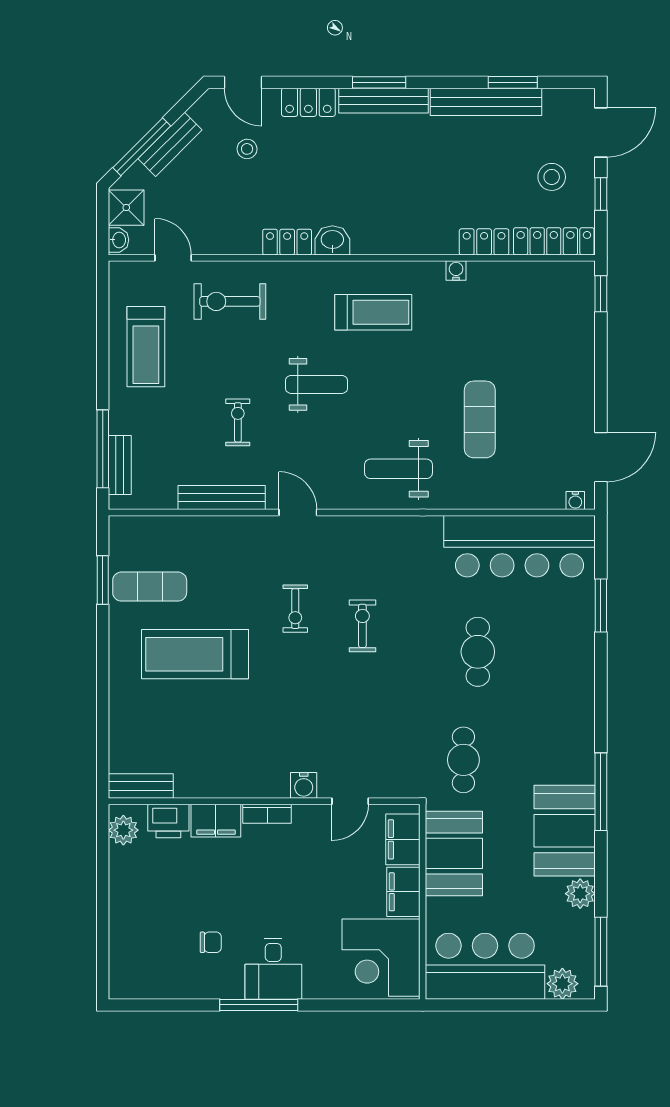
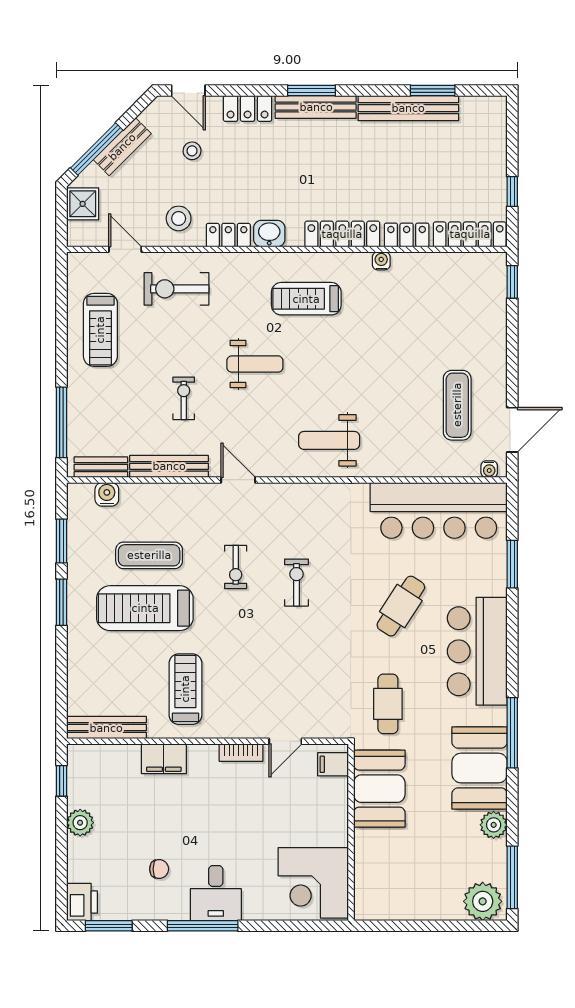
door: (601, 132) -> (512, 136), removed
stool: (552, 177) -> (179, 218), moved
washbasin: (119, 240) -> (76, 233), removed
locker: (413, 241) -> (342, 234), added
treadmill: (373, 312) -> (306, 299), turned 180
exercise mat: (480, 419) -> (457, 405), moved
bench: (120, 465) -> (101, 467), moved, turned 90
exercise mat: (150, 587) -> (149, 555), moved
window: (103, 648) -> (61, 602), added
cafe table: (478, 652) -> (401, 606), turned 33
treadmill: (240, 744) -> (185, 689), added
water cooler: (304, 785) -> (107, 494), moved, turned 180
bench: (141, 786) -> (106, 728), width x1.36
bookcase: (267, 814) -> (241, 753), moved
printer: (168, 821) -> (82, 902), moved, turned -90
plant: (123, 830) -> (80, 823), moved
filing cabinet: (403, 839) -> (333, 764), width x0.50
window: (103, 845) -> (61, 781), added
filing cabinet: (403, 892) -> (333, 823), removed
bar counter: (485, 966) -> (477, 651), moved, turned -90
plant: (562, 984) -> (483, 901), width x1.36, depth x1.36
window: (155, 1005) -> (109, 926), added

